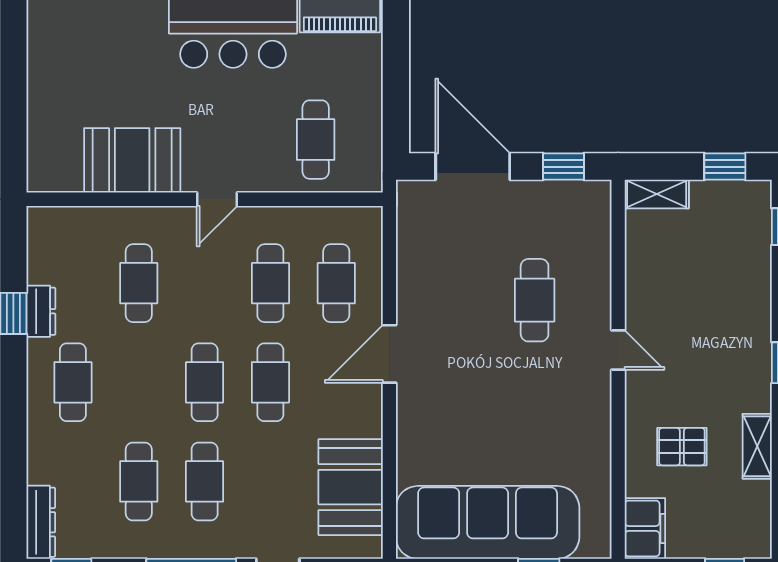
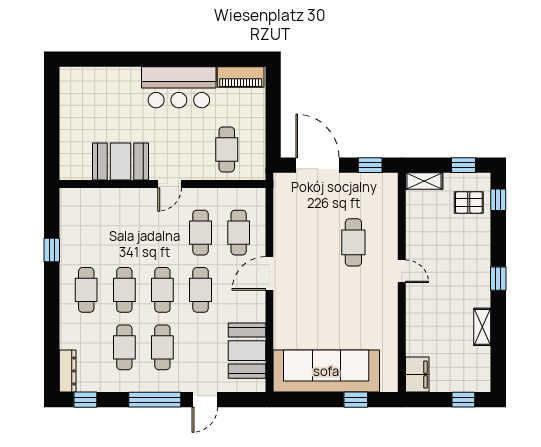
cafe table: (139, 283) -> (124, 290), moved
dresser: (41, 311) -> (68, 249), removed
pallet: (682, 447) -> (469, 202), moved

